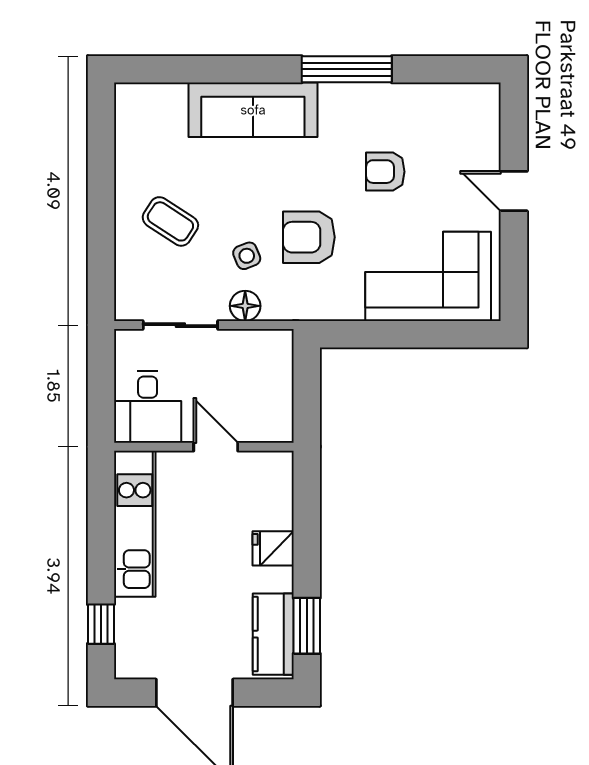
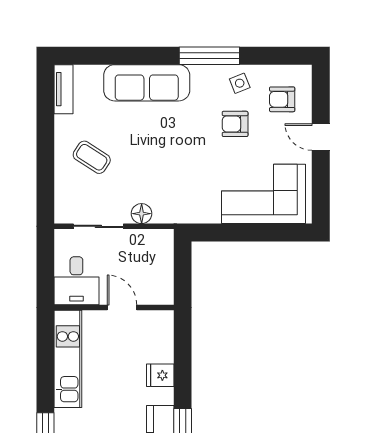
tv unit: (128, 119) -> (64, 89), added
armchair: (309, 237) -> (282, 99), moved, width x0.72, depth x0.72
side table: (247, 256) -> (240, 83), moved

